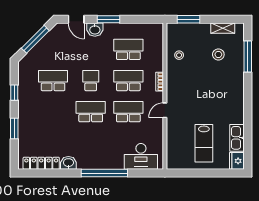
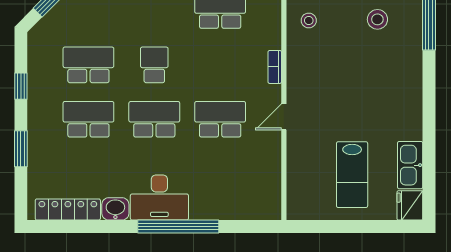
school desk: (128, 81) -> (88, 119), moved
desk: (141, 156) -> (159, 198), moved

